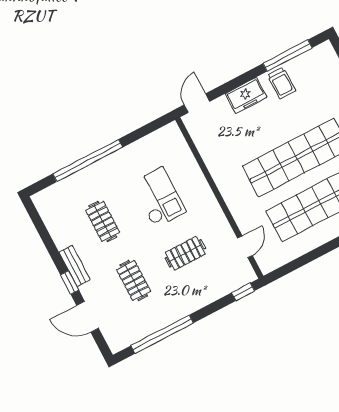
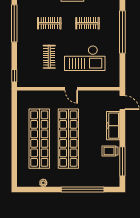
freezer: (246, 96) -> (113, 126), width x1.40
checkout: (159, 197) -> (85, 58), width x1.36, depth x1.21
door: (245, 247) -> (71, 89), moved

